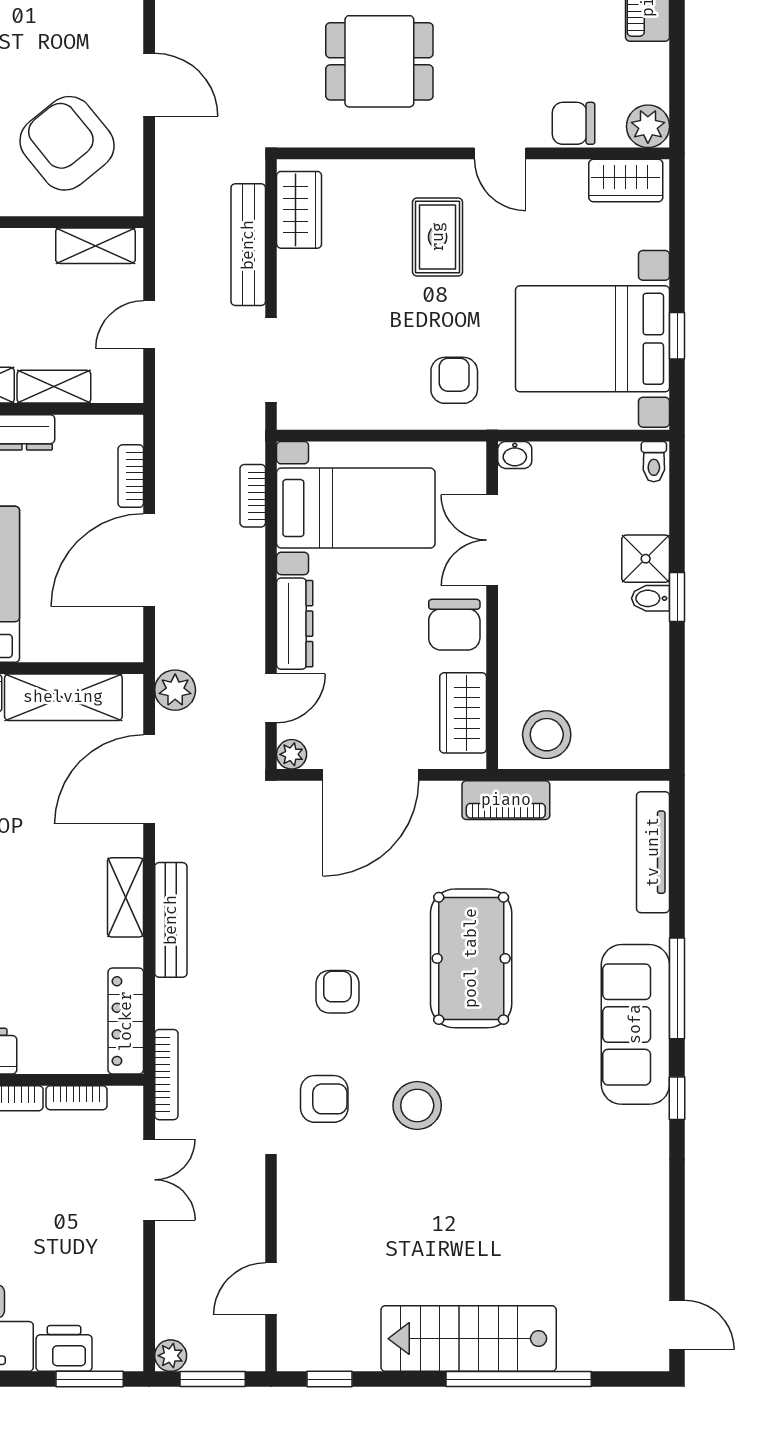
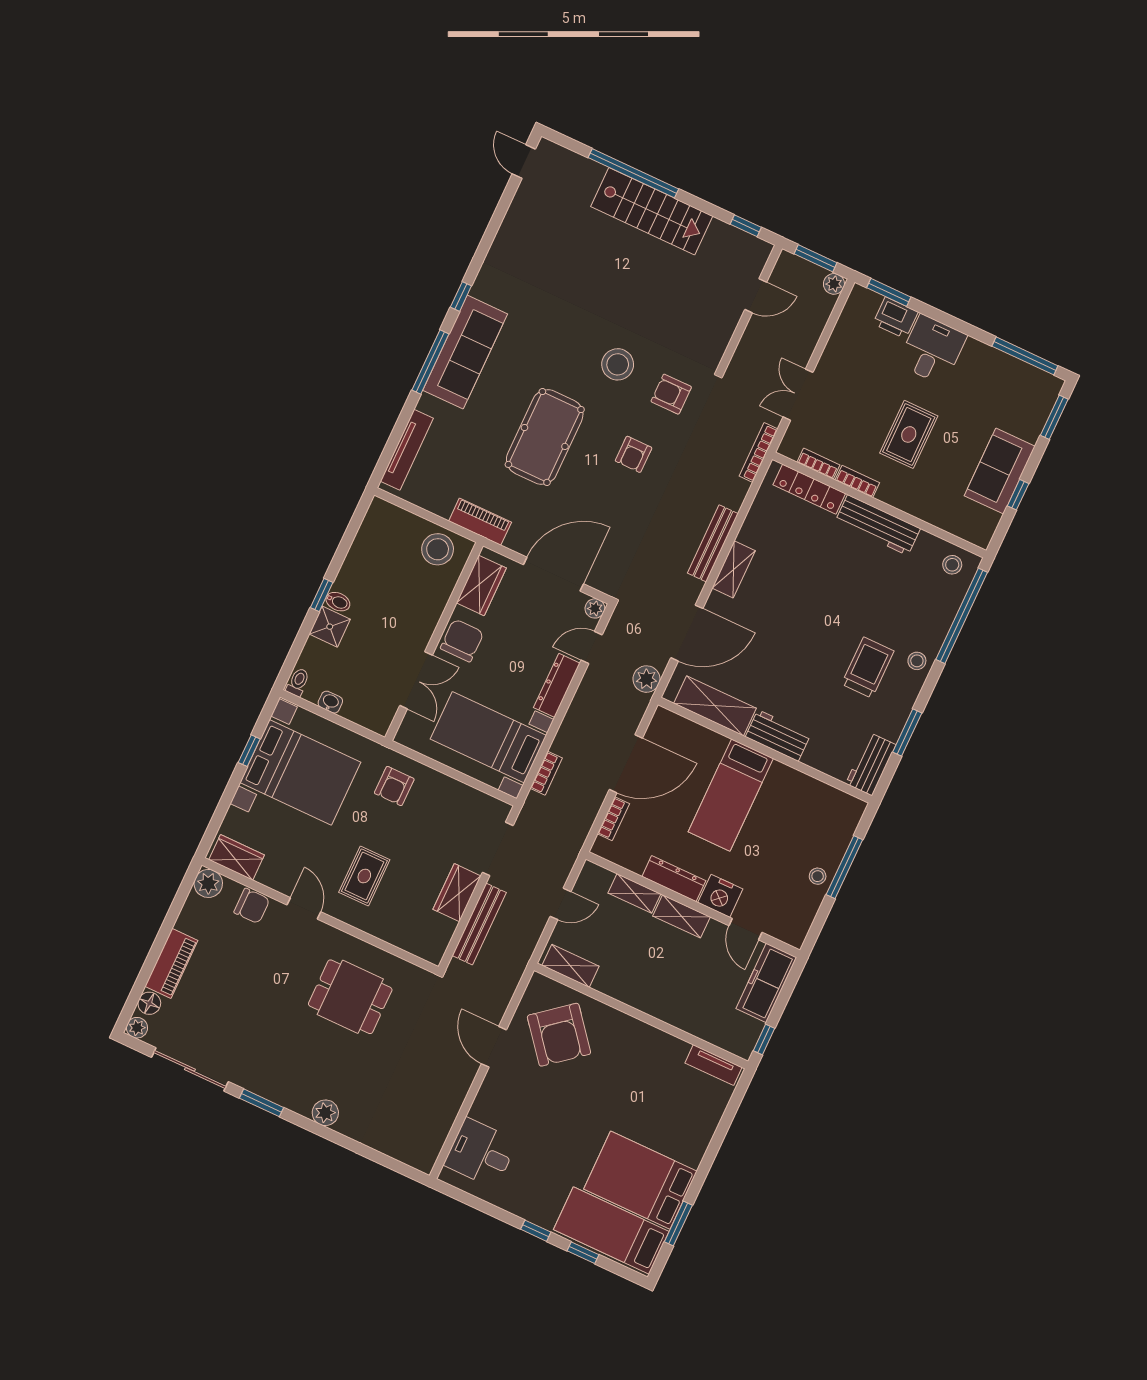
wardrobe: (299, 210) -> (457, 893), moved
washbasin: (515, 455) -> (330, 702), moved
locker: (126, 1021) -> (809, 489), moved, turned 90

